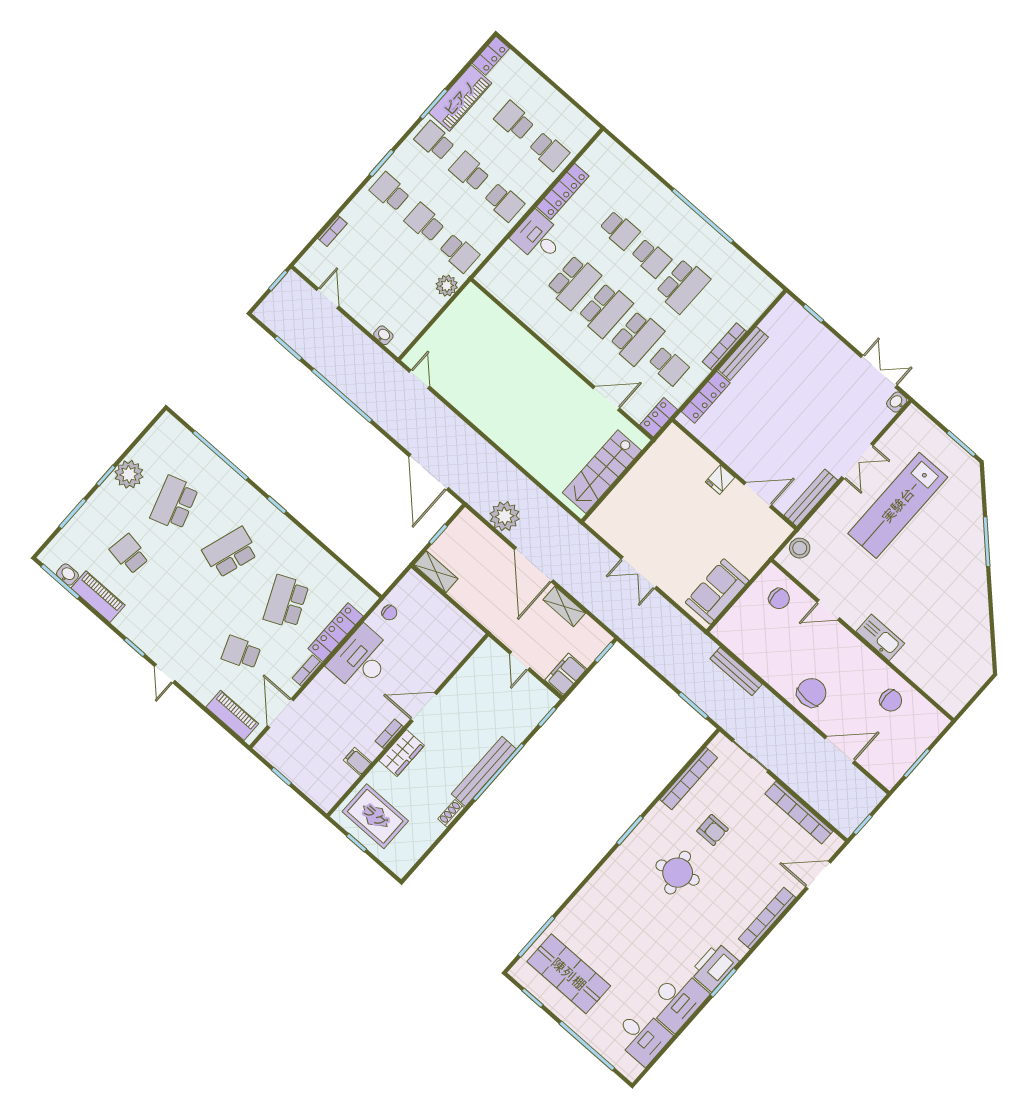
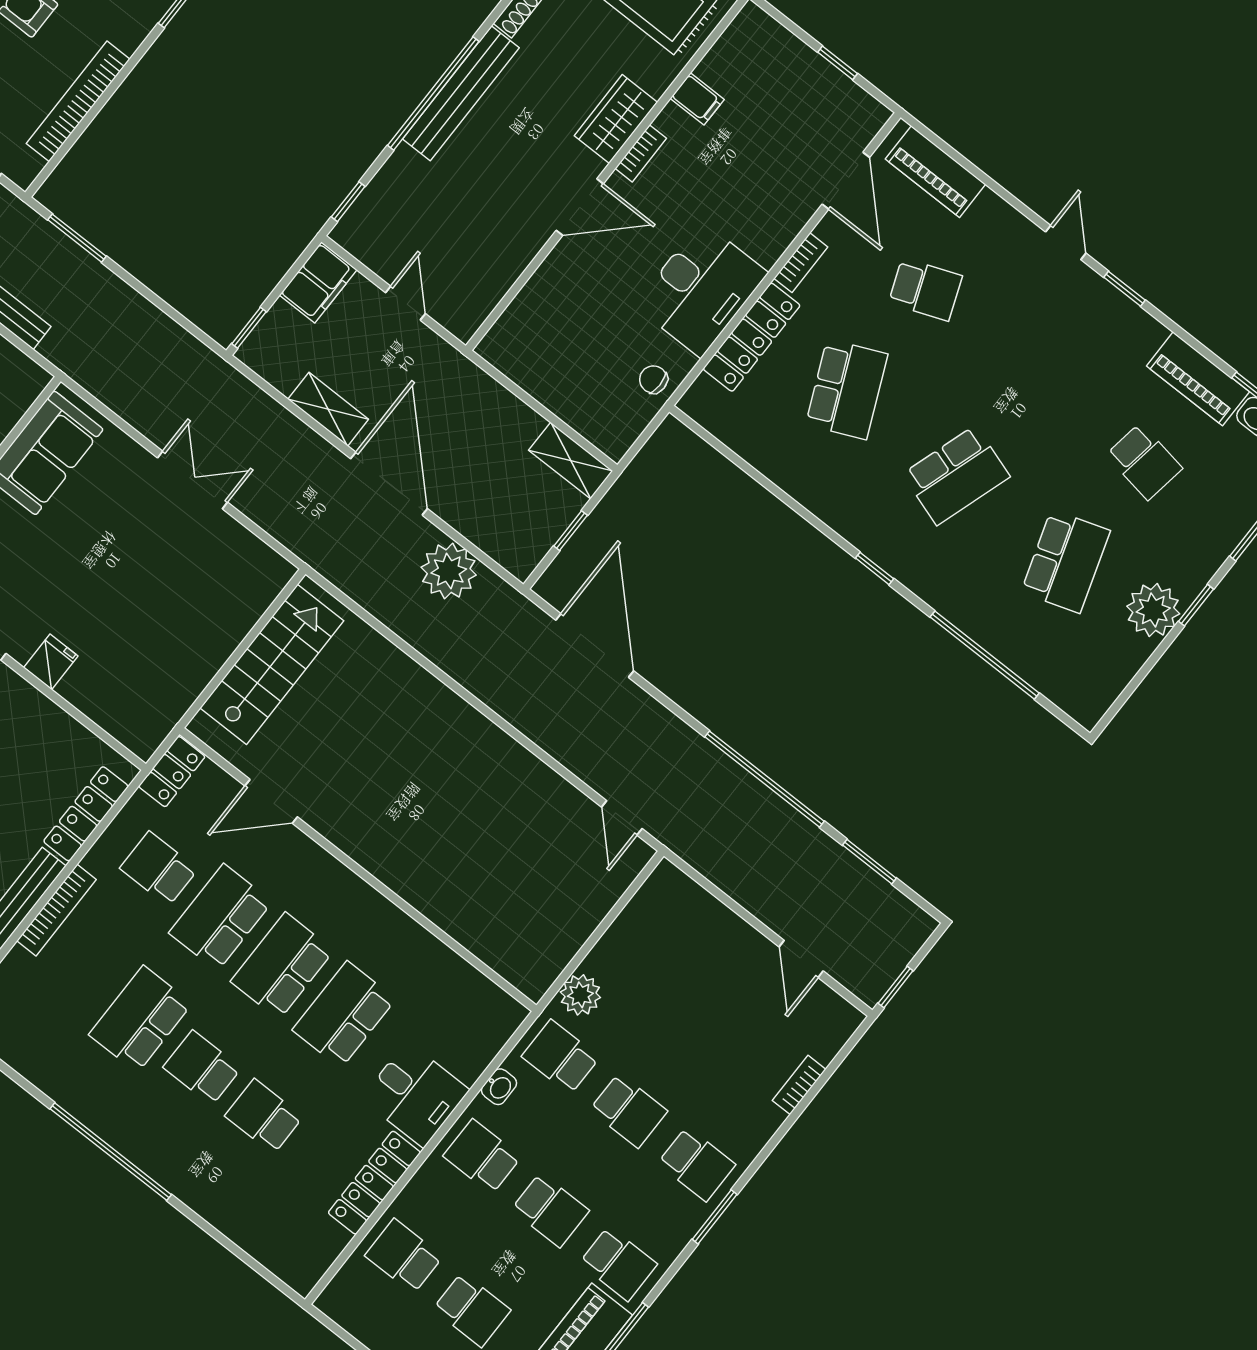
washbasin: (383, 335) -> (499, 1087), moved, turned -90

